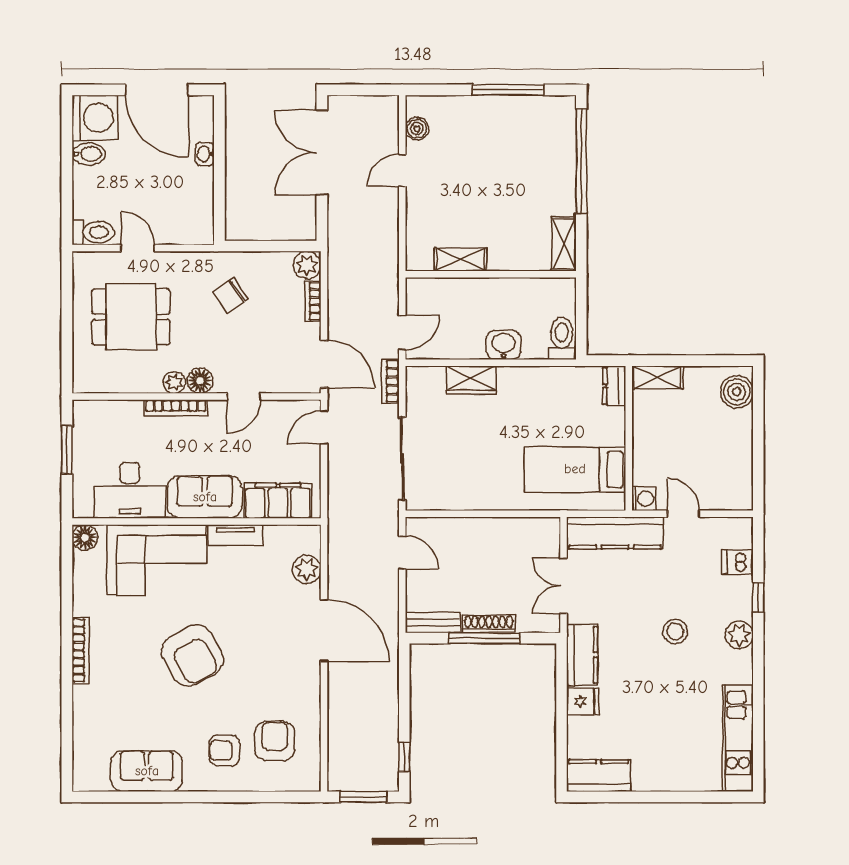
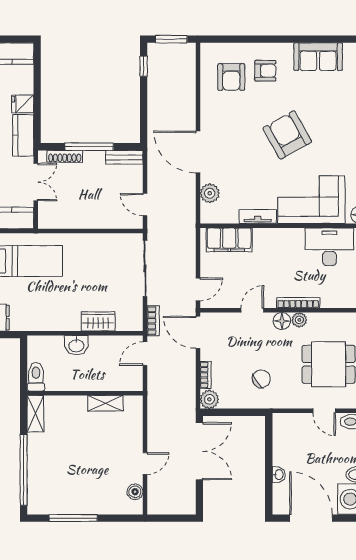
double door: (322, 153) -> (199, 451), moved
toilet: (562, 338) -> (36, 377), moved, turned 180
sofa: (205, 497) -> (279, 242), removed
shoe rack: (489, 624) -> (65, 156), moved

